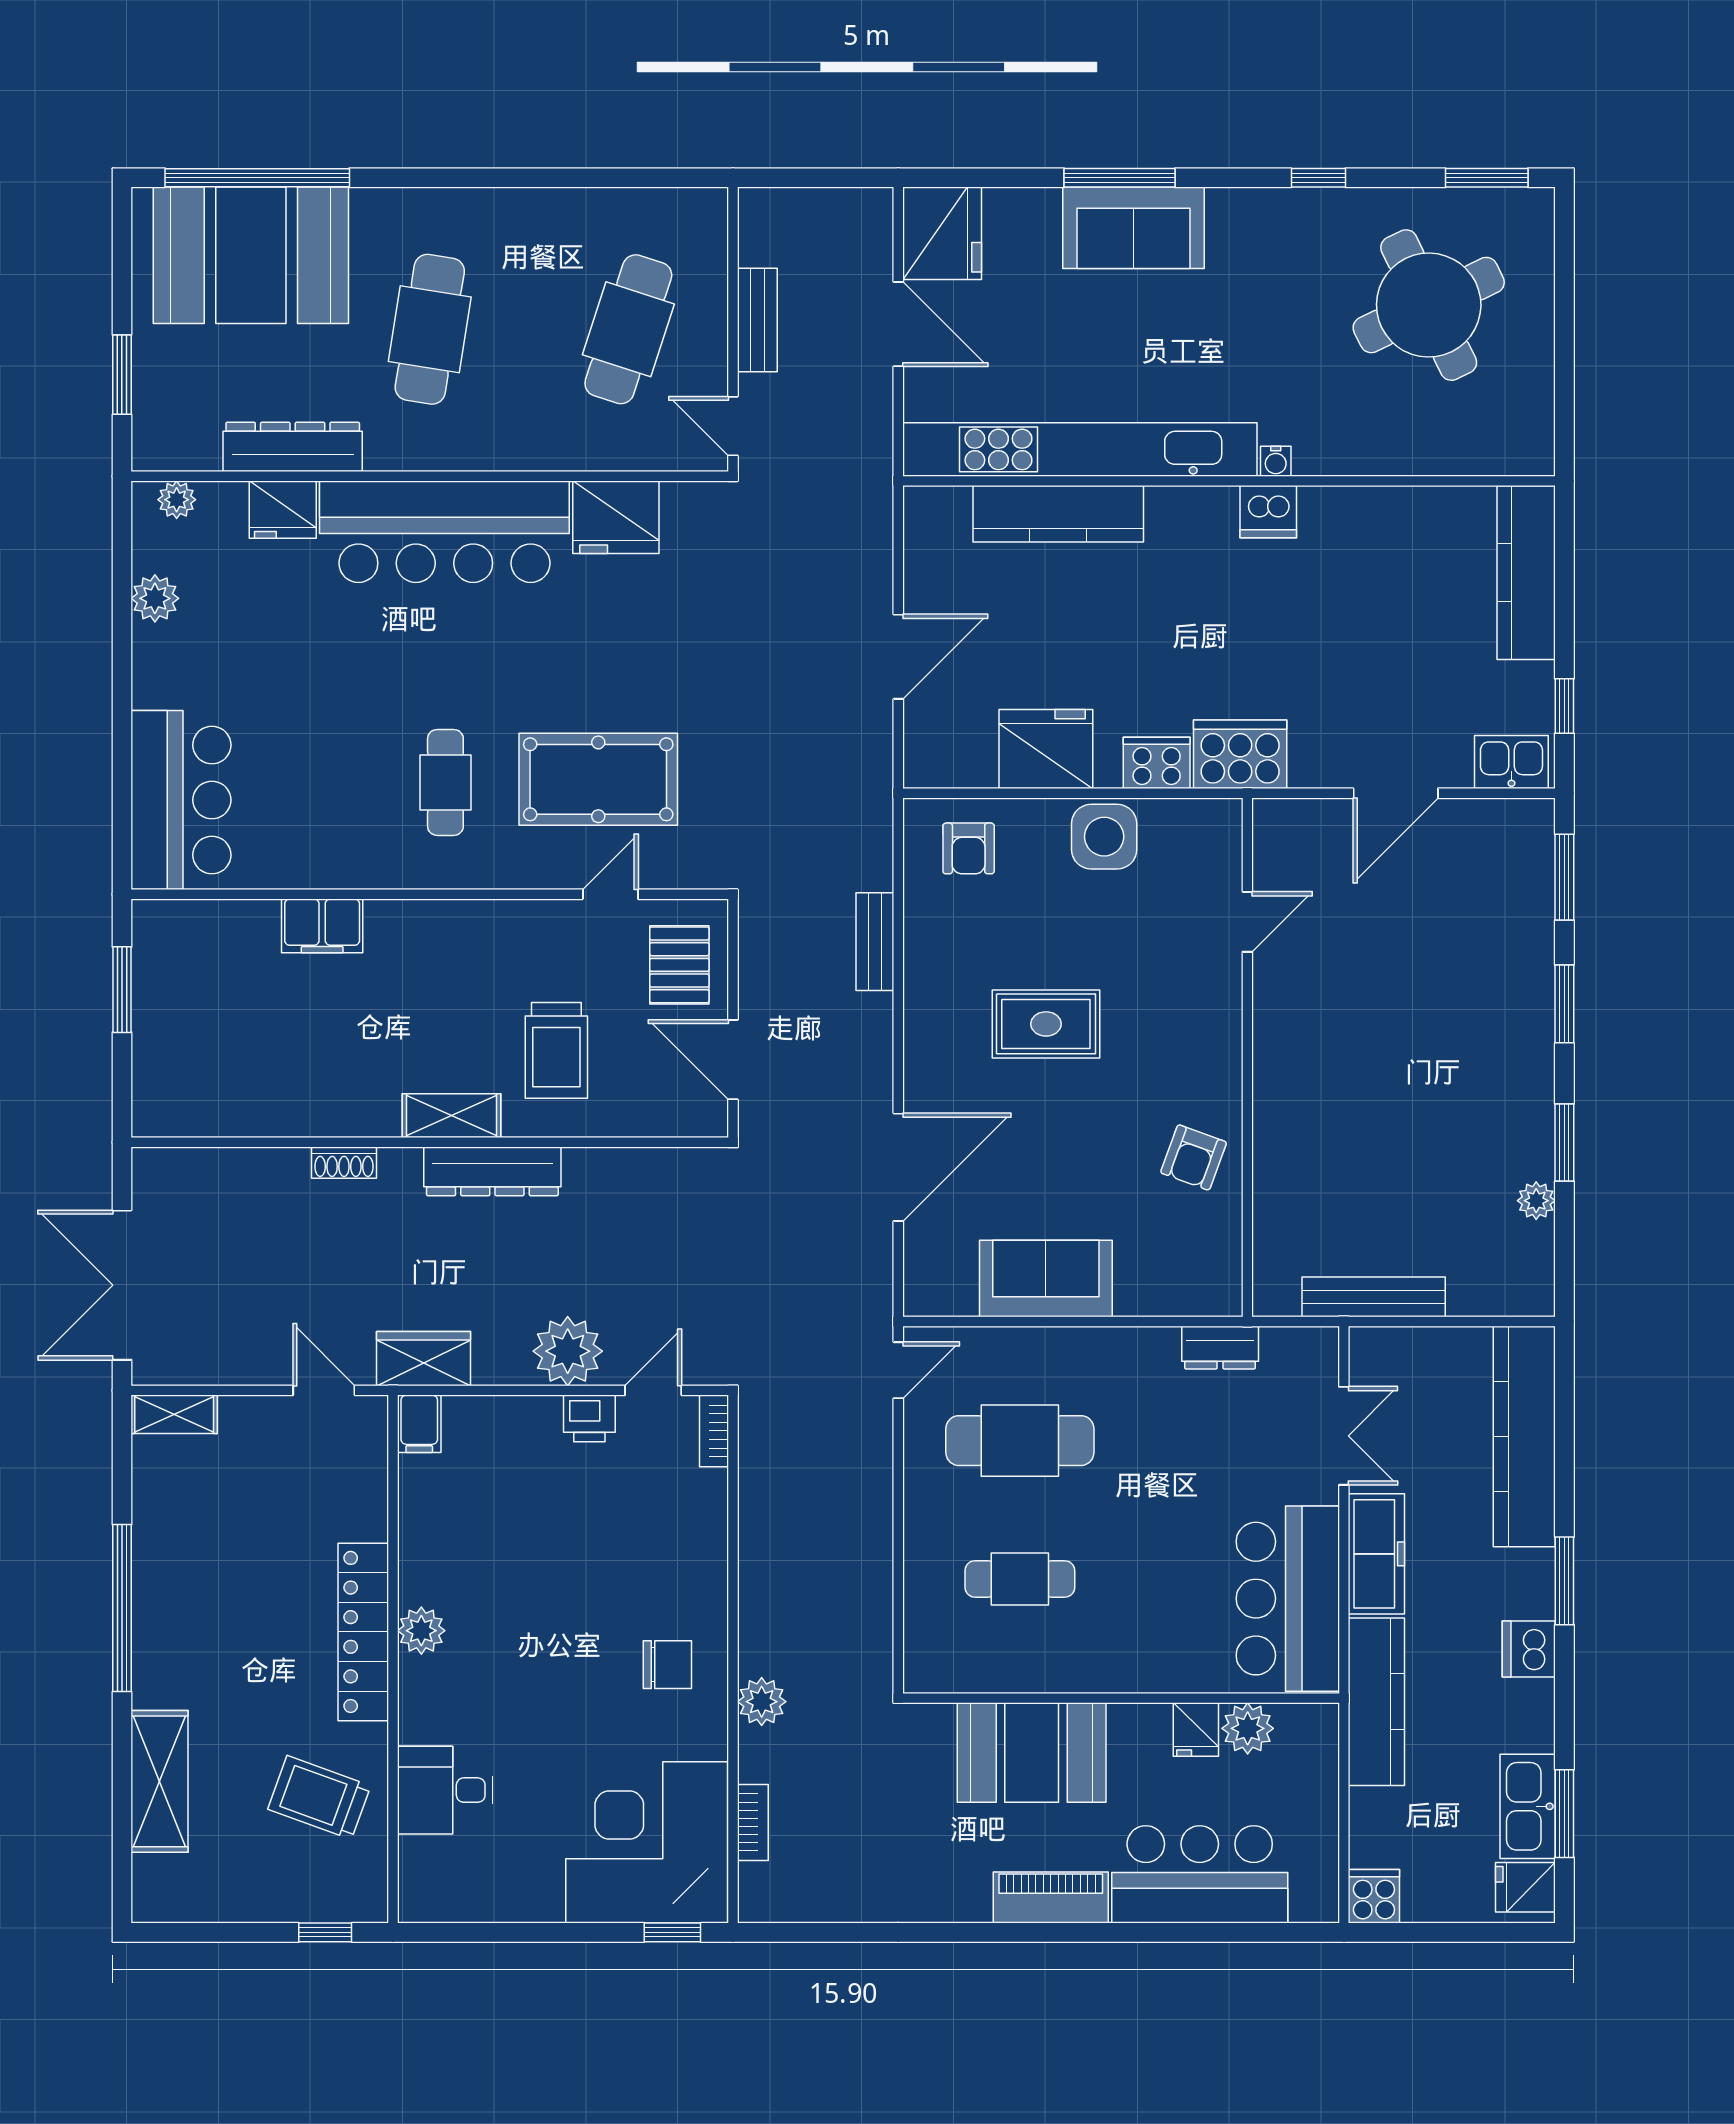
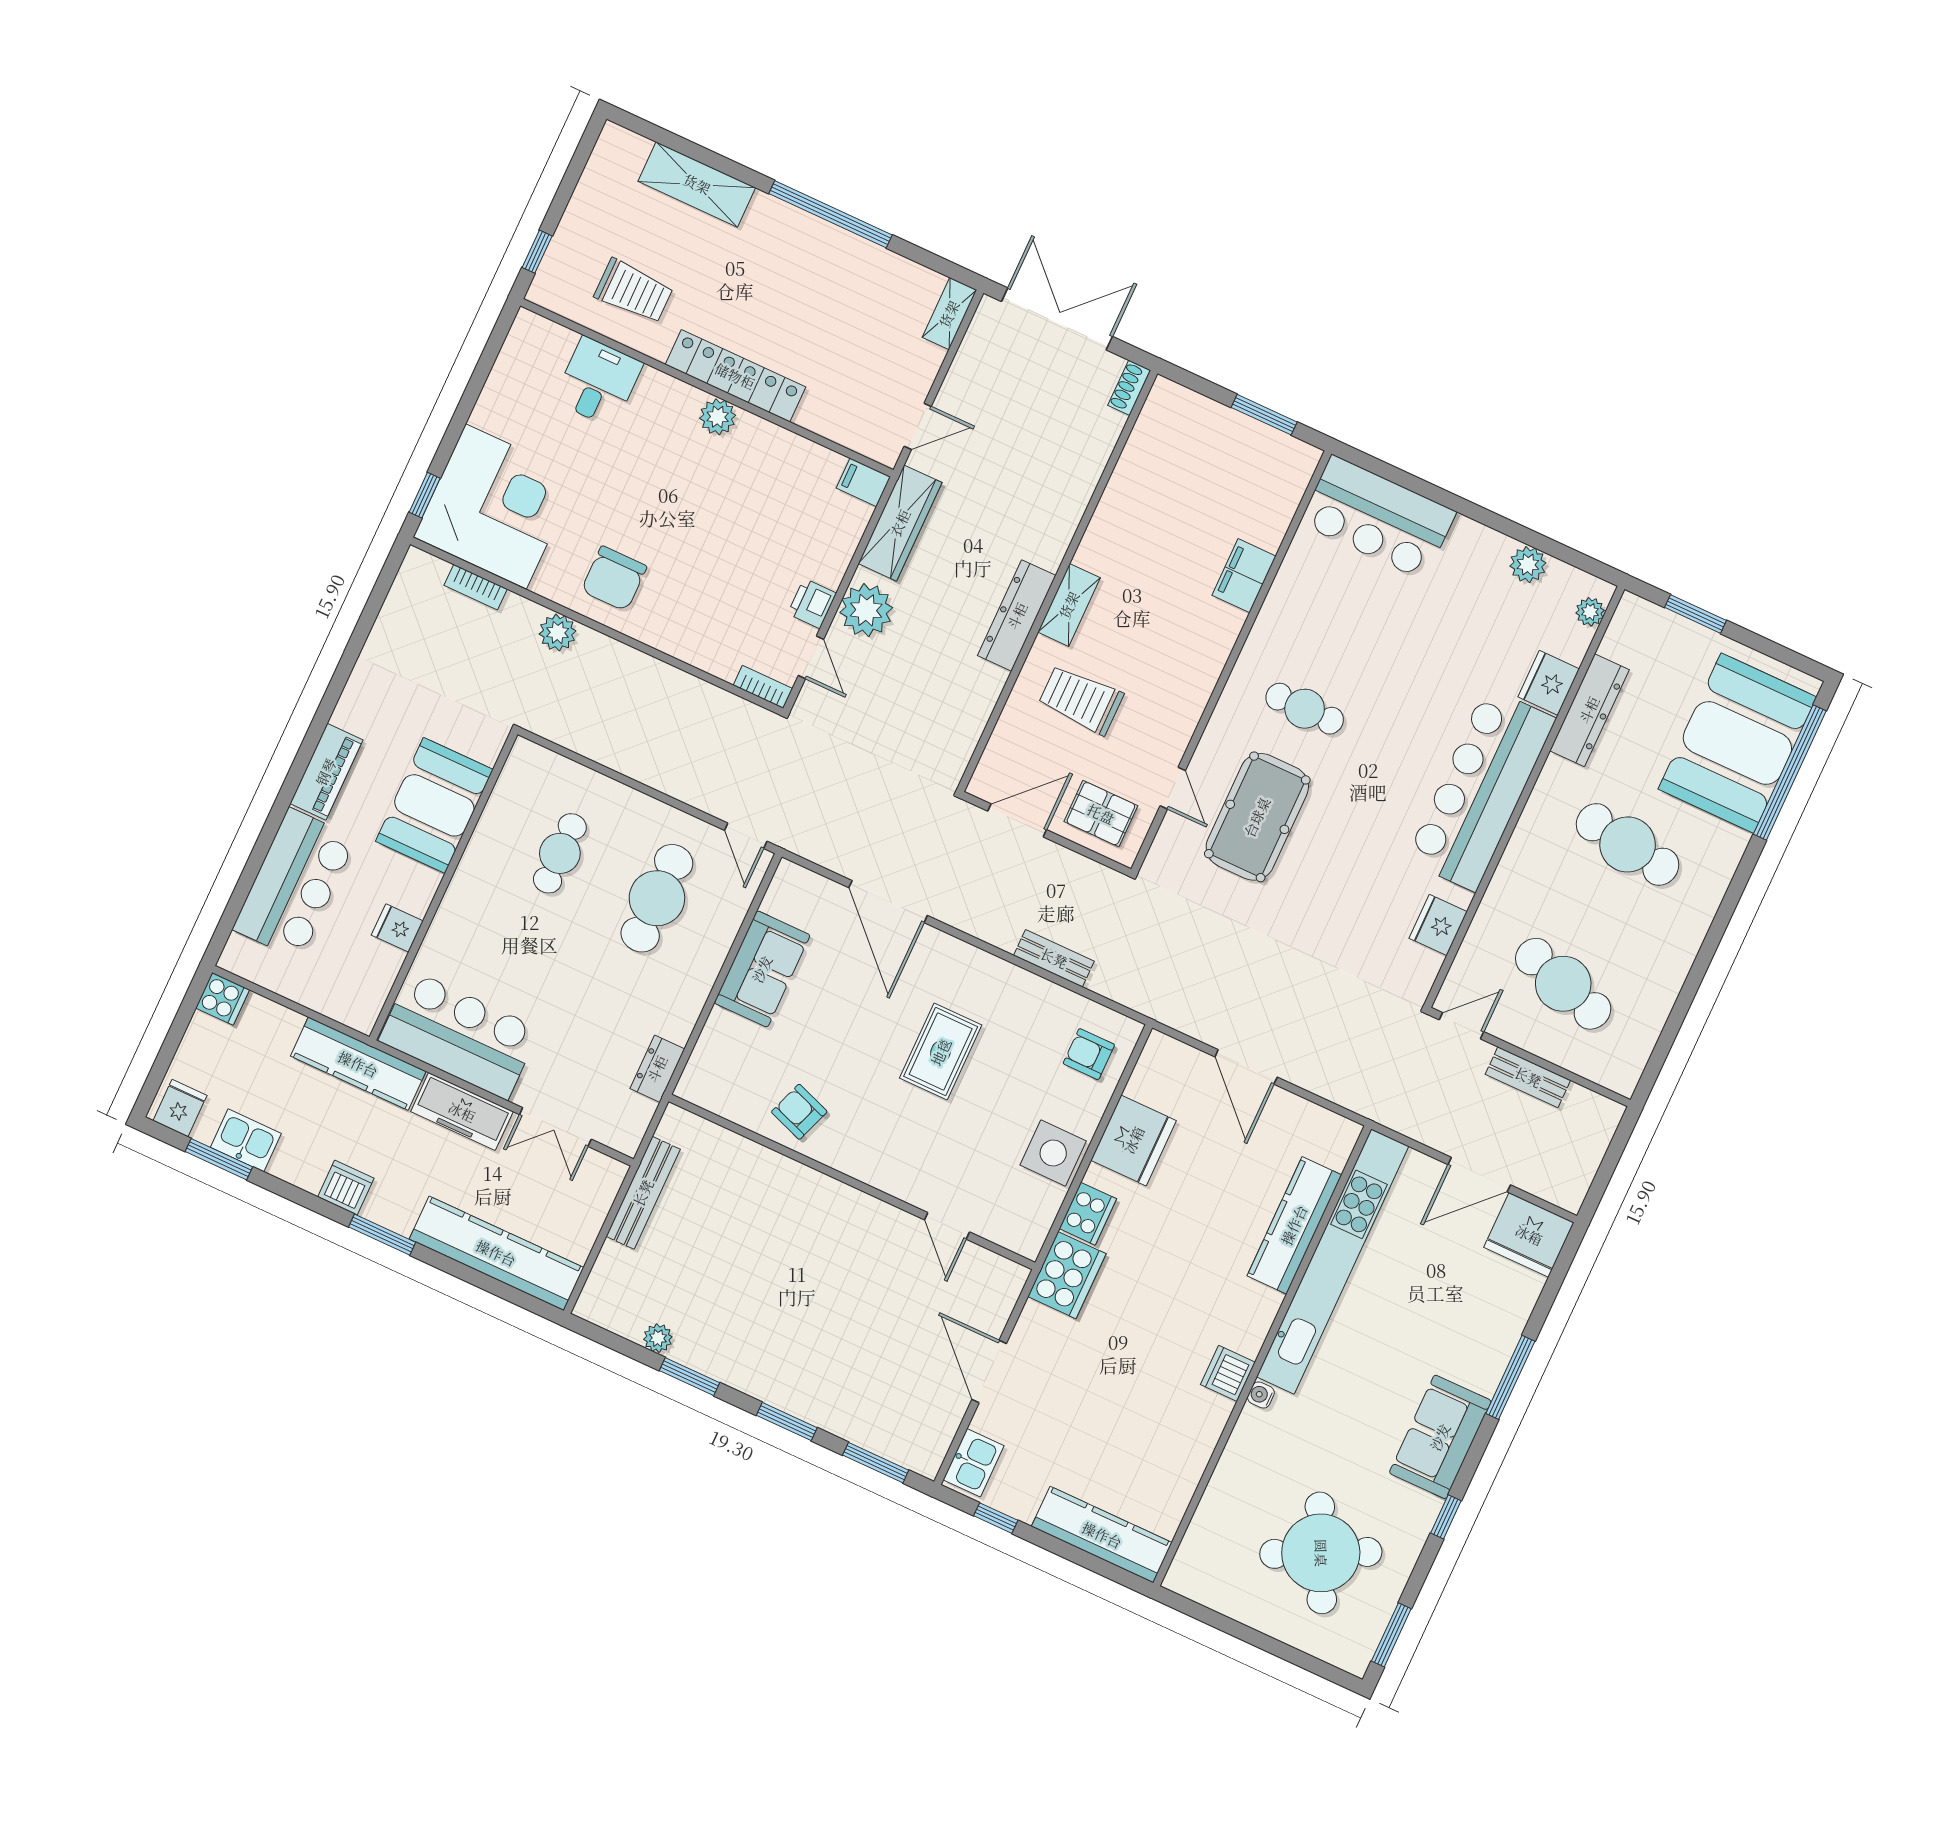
sofa: (1133, 228) -> (1440, 1437), moved
fridge: (616, 517) -> (1438, 925), width x0.73, depth x0.75
shoe rack: (344, 1163) -> (1129, 388), moved
wardrobe: (424, 1359) -> (900, 523), width x1.50
chair: (667, 1665) -> (614, 578), width x1.37, depth x1.37
plant: (1248, 1728) -> (381, 965), removed
trolley: (319, 1797) -> (634, 291), turned 70
kitchen sink: (1528, 1806) -> (246, 1140), width x0.73

